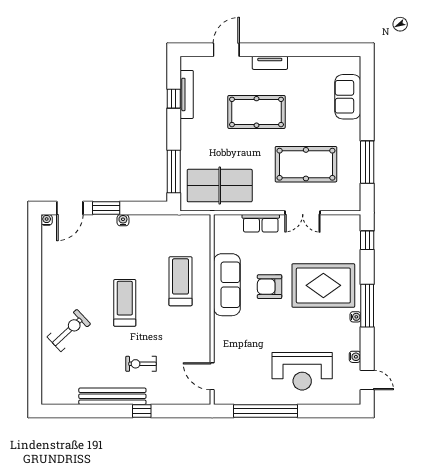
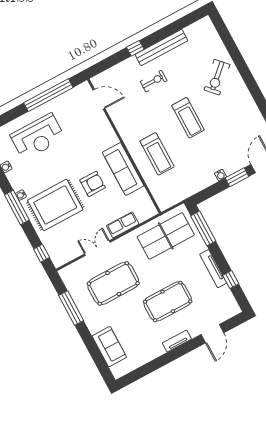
tv unit: (187, 94) -> (213, 269), moved
reception desk: (302, 371) -> (38, 137), turned 180

